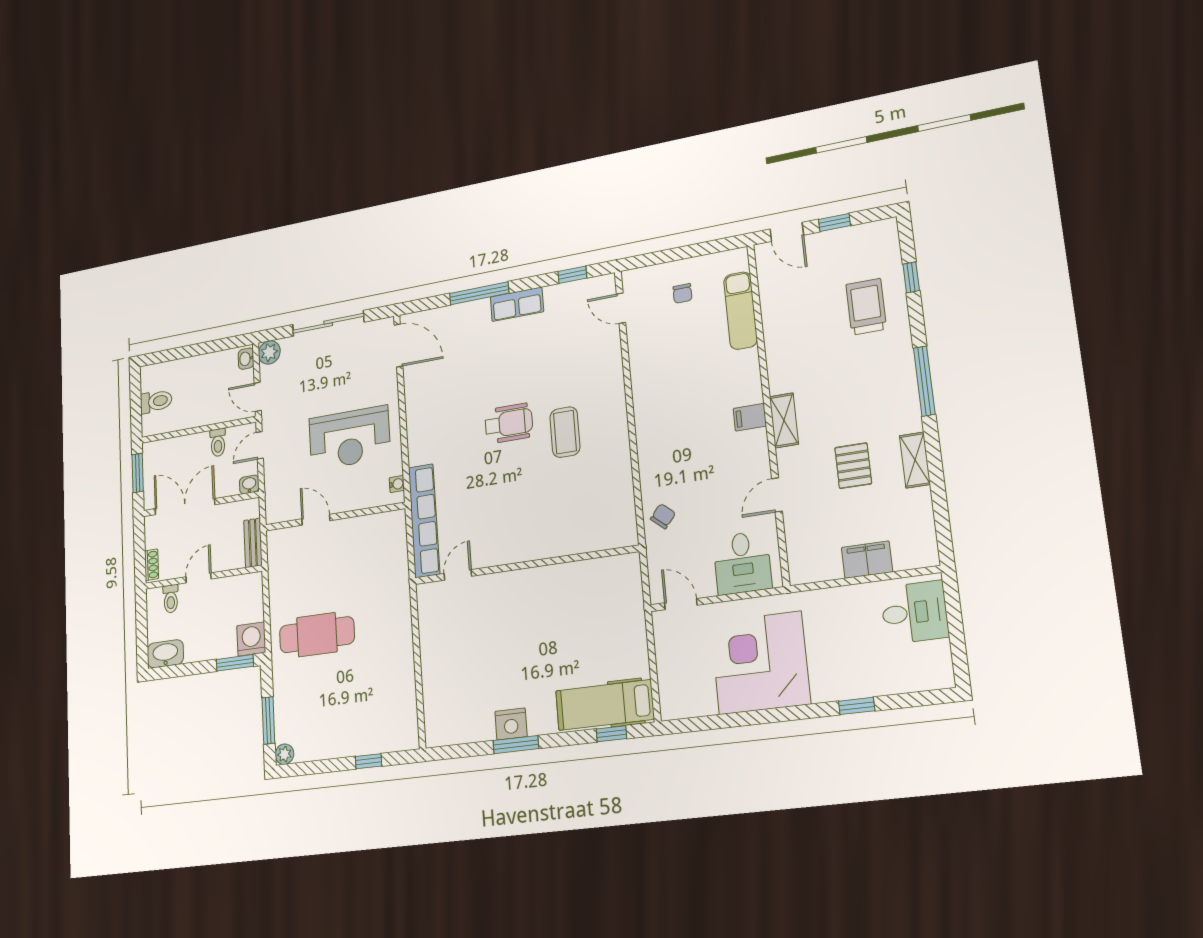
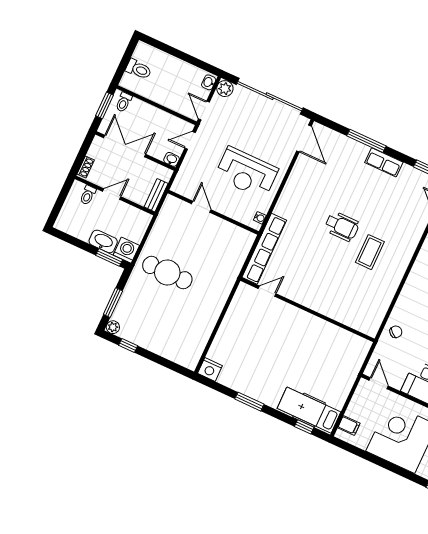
sliding door: (328, 323) -> (270, 96), width x1.36
toilet: (218, 443) -> (124, 102), moved
washbasin: (165, 654) -> (103, 241), moved
filing cabinet: (673, 692) -> (349, 426), added
nightstand: (511, 724) -> (210, 370), moved
window: (369, 761) -> (128, 345), moved

